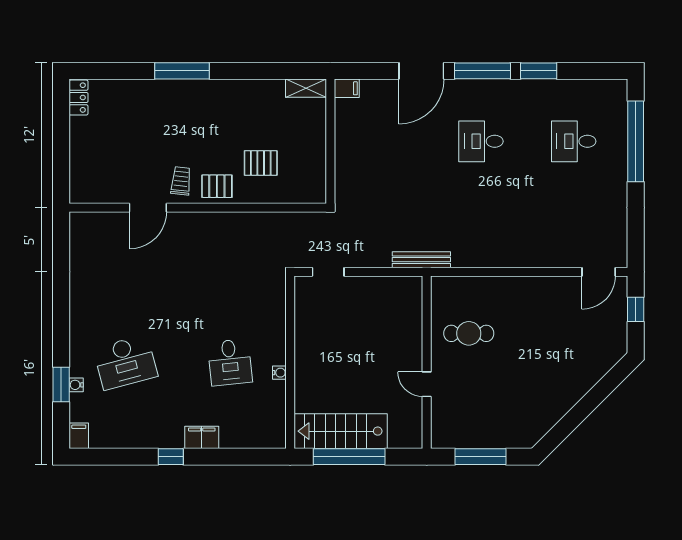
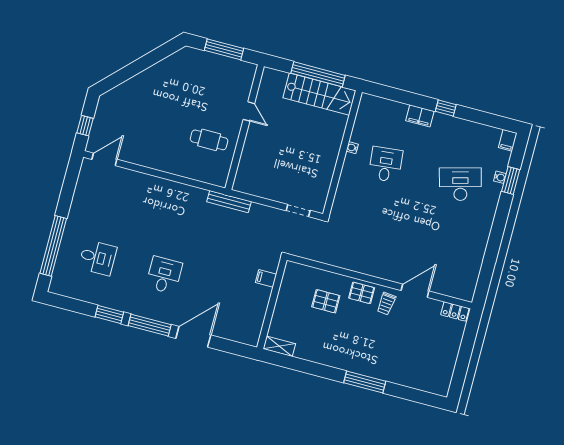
filing cabinet: (347, 88) -> (266, 278), moved
locker: (79, 98) -> (455, 311), moved, turned -90
desk: (481, 141) -> (164, 275), turned -90

